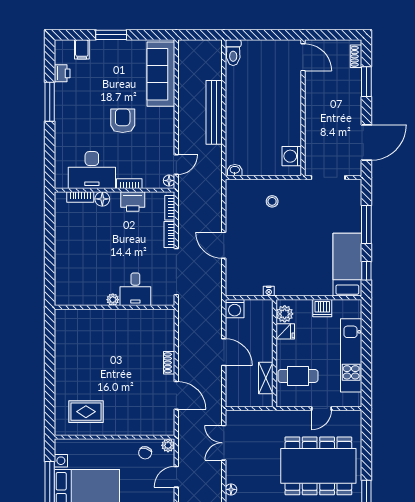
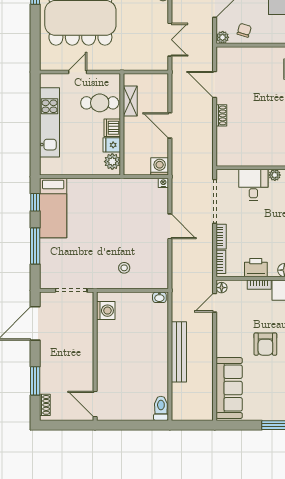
nightstand: (269, 291) -> (163, 183), moved
dishwasher: (322, 308) -> (112, 128), moved, turned -90

